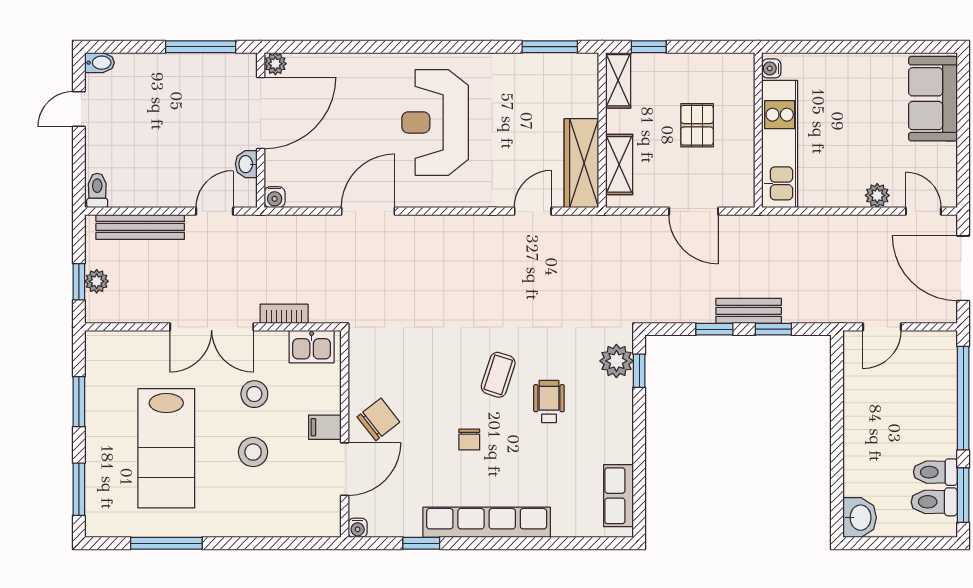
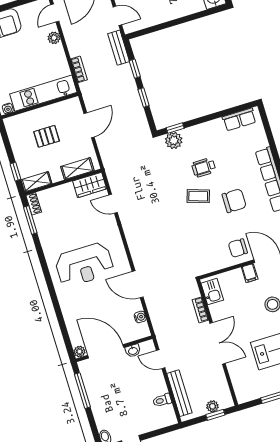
shoe rack: (578, 62) -> (34, 204), added
wardrobe: (581, 163) -> (90, 185), width x0.67
toilet: (97, 190) -> (162, 400), moved
water cooler: (275, 197) -> (140, 317), moved
bookcase: (804, 224) -> (79, 69), added
bench: (749, 311) -> (119, 48), moved
stool: (254, 394) -> (244, 312), removed
chair: (378, 419) -> (238, 248), turned -52
chair: (469, 440) -> (234, 201), width x1.87, depth x1.87

